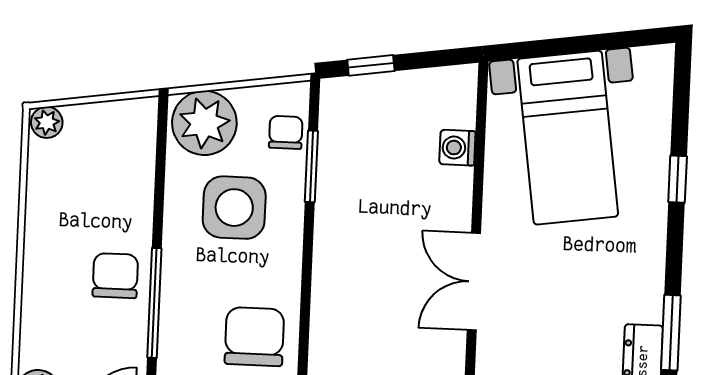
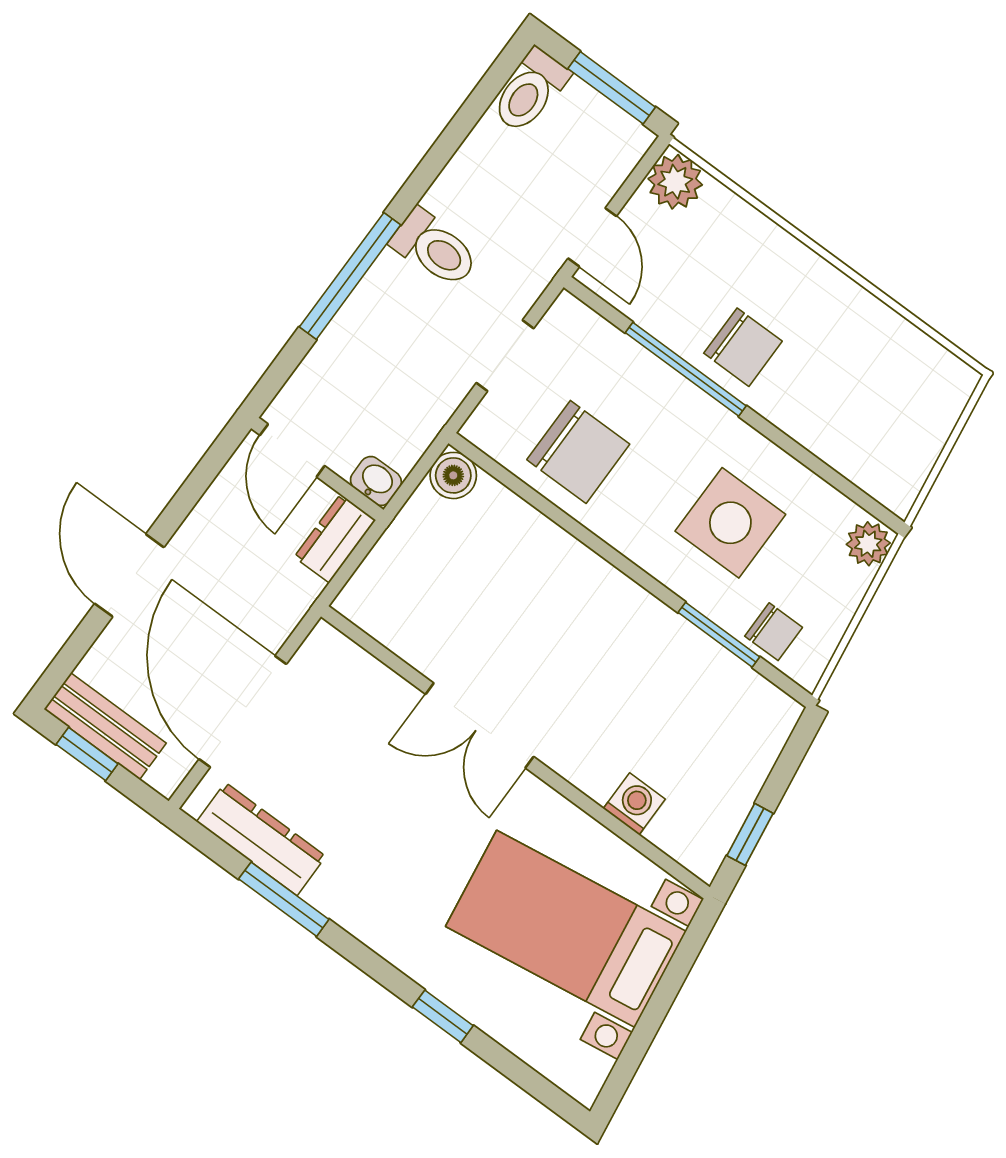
window: (371, 65) -> (750, 834), moved
plant: (47, 122) -> (956, 384), removed
plant: (204, 123) -> (868, 544), width x0.53, depth x0.53
double door: (474, 282) -> (480, 725), swing flipped

